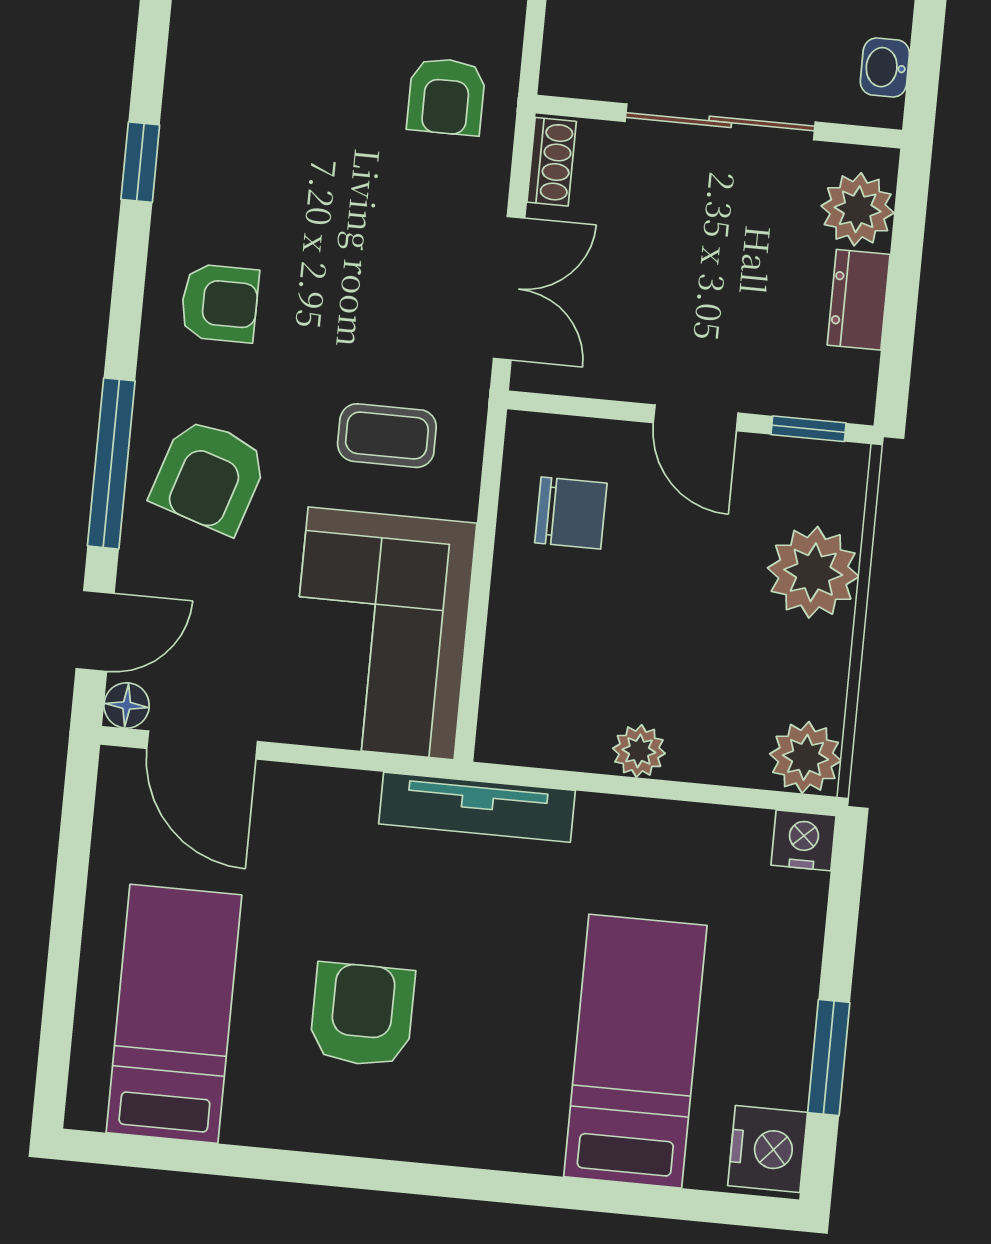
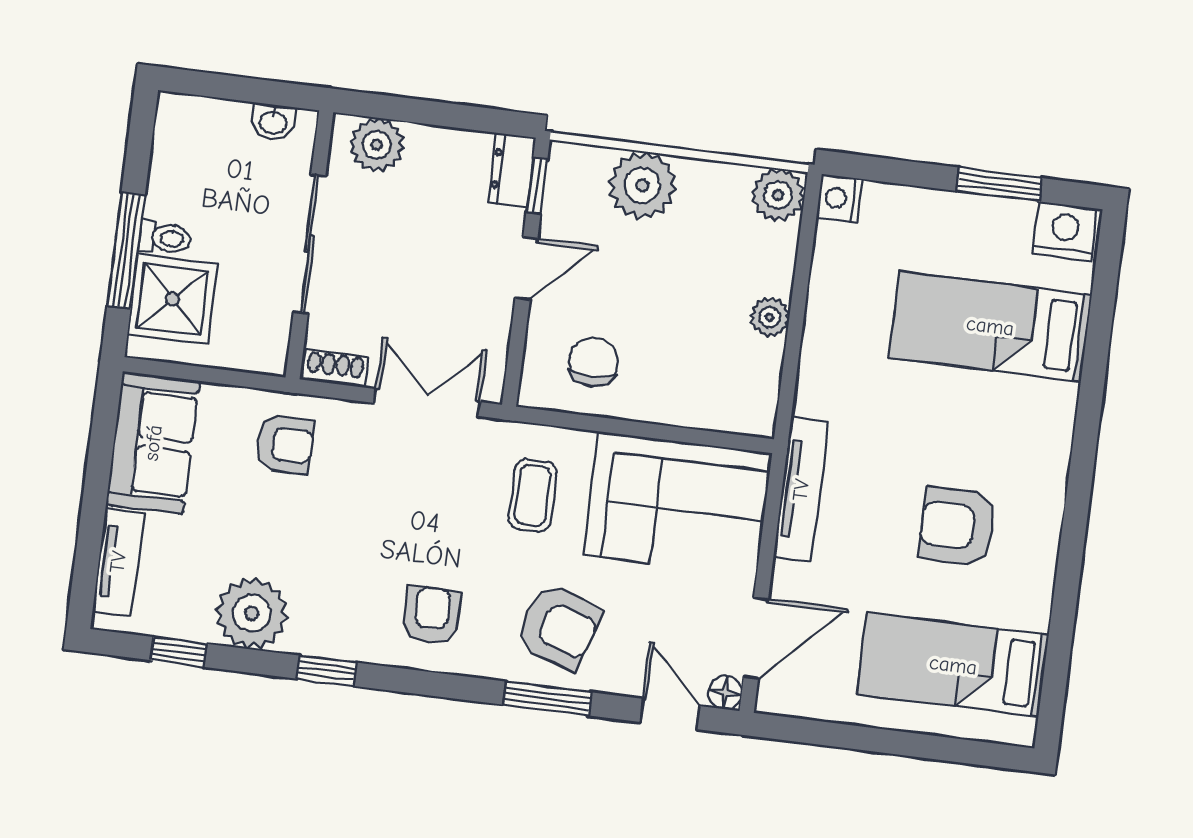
plant: (215, 58) -> (252, 613), added
dresser: (859, 300) -> (512, 170), moved, turned 90
window: (111, 463) -> (547, 699), width x0.69
tv unit: (477, 807) -> (801, 490), moved

